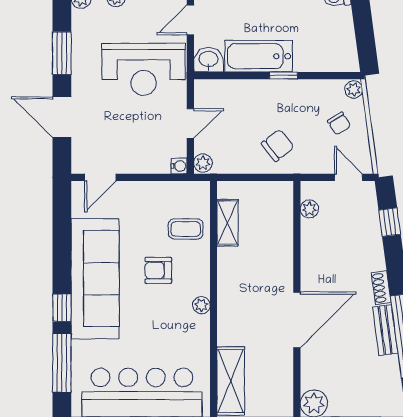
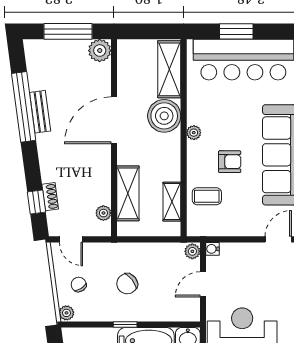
chair: (278, 145) -> (127, 284), moved
shelving: (280, 232) -> (128, 193), added
shoe rack: (381, 288) -> (50, 197), moved
boiler: (237, 325) -> (164, 116), added

